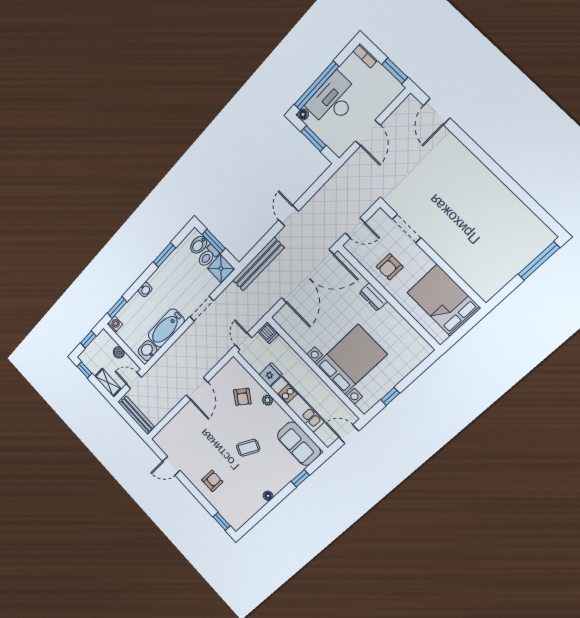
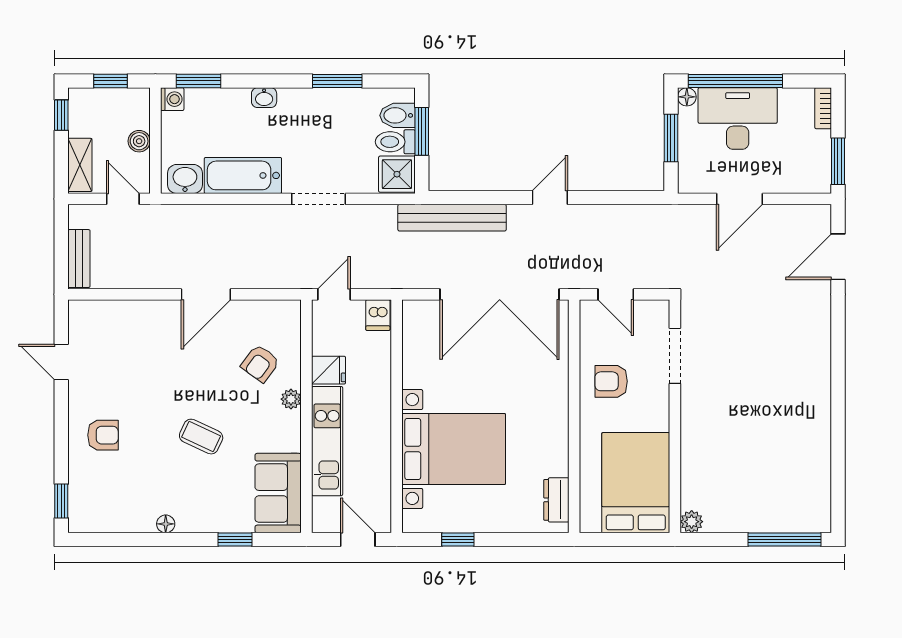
plant: (486, 294) -> (692, 522), added
dresser: (373, 297) -> (556, 500), moved
bench: (137, 415) -> (79, 259), width x0.73

